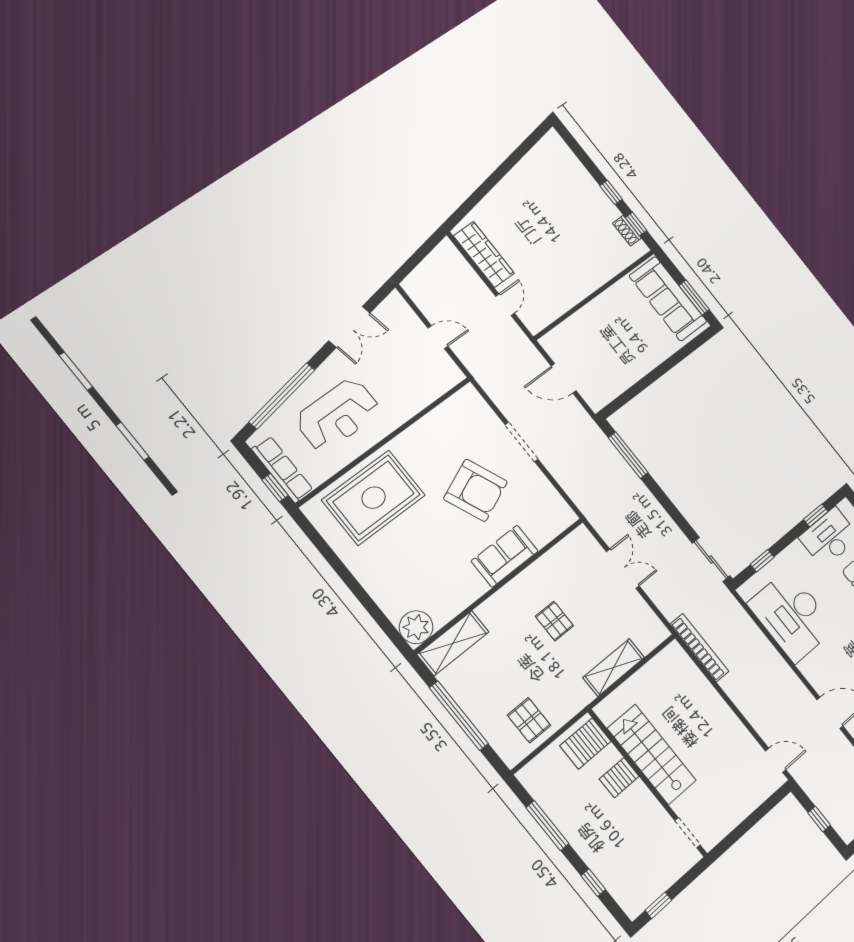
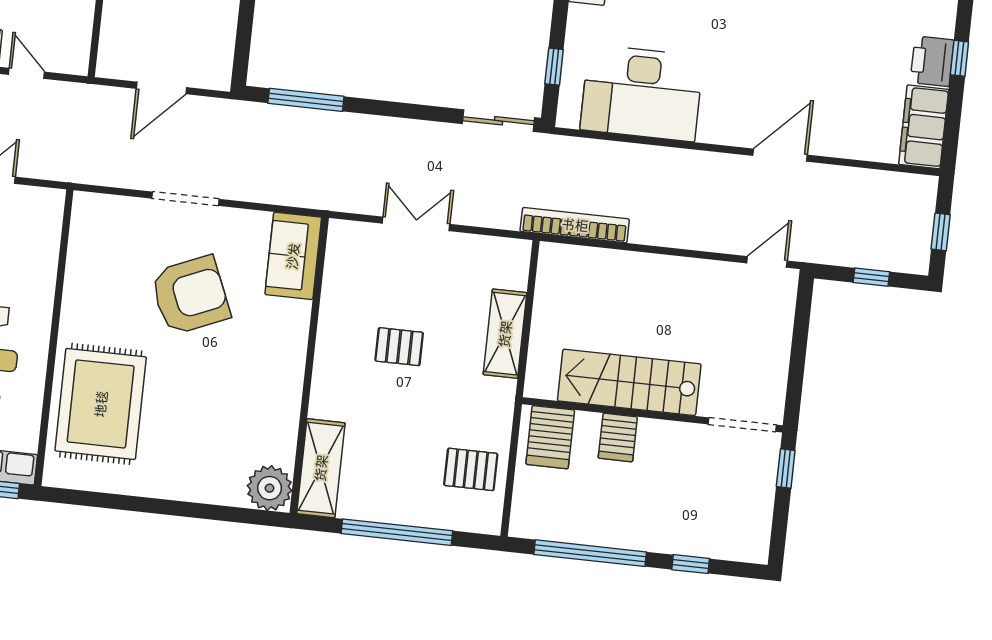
sofa: (505, 556) -> (293, 256), moved
window: (547, 826) -> (590, 553), width x1.46
doorway: (688, 833) -> (742, 425), width x1.38
window: (658, 905) -> (786, 469), moved

